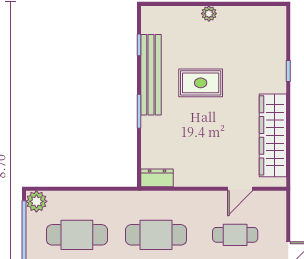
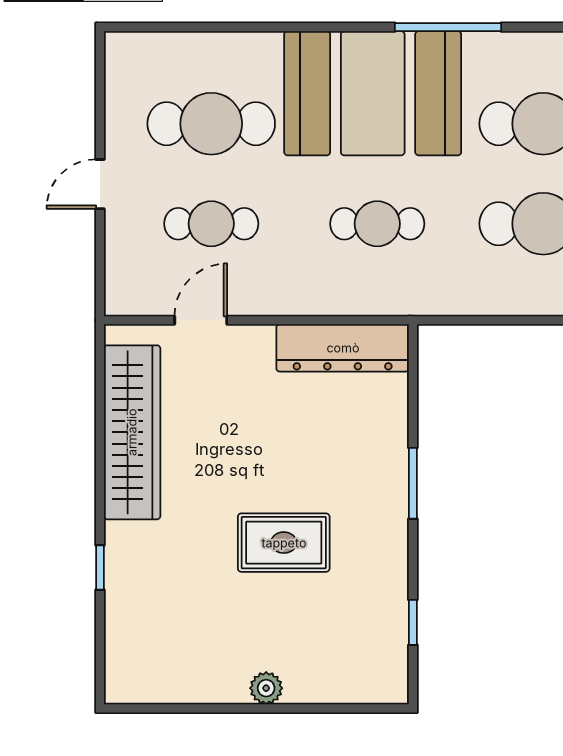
bench: (151, 75) -> (388, 560), removed
dresser: (157, 178) -> (343, 348), width x1.96, depth x1.24
cafe table: (156, 235) -> (377, 224), width x0.73, depth x0.74

